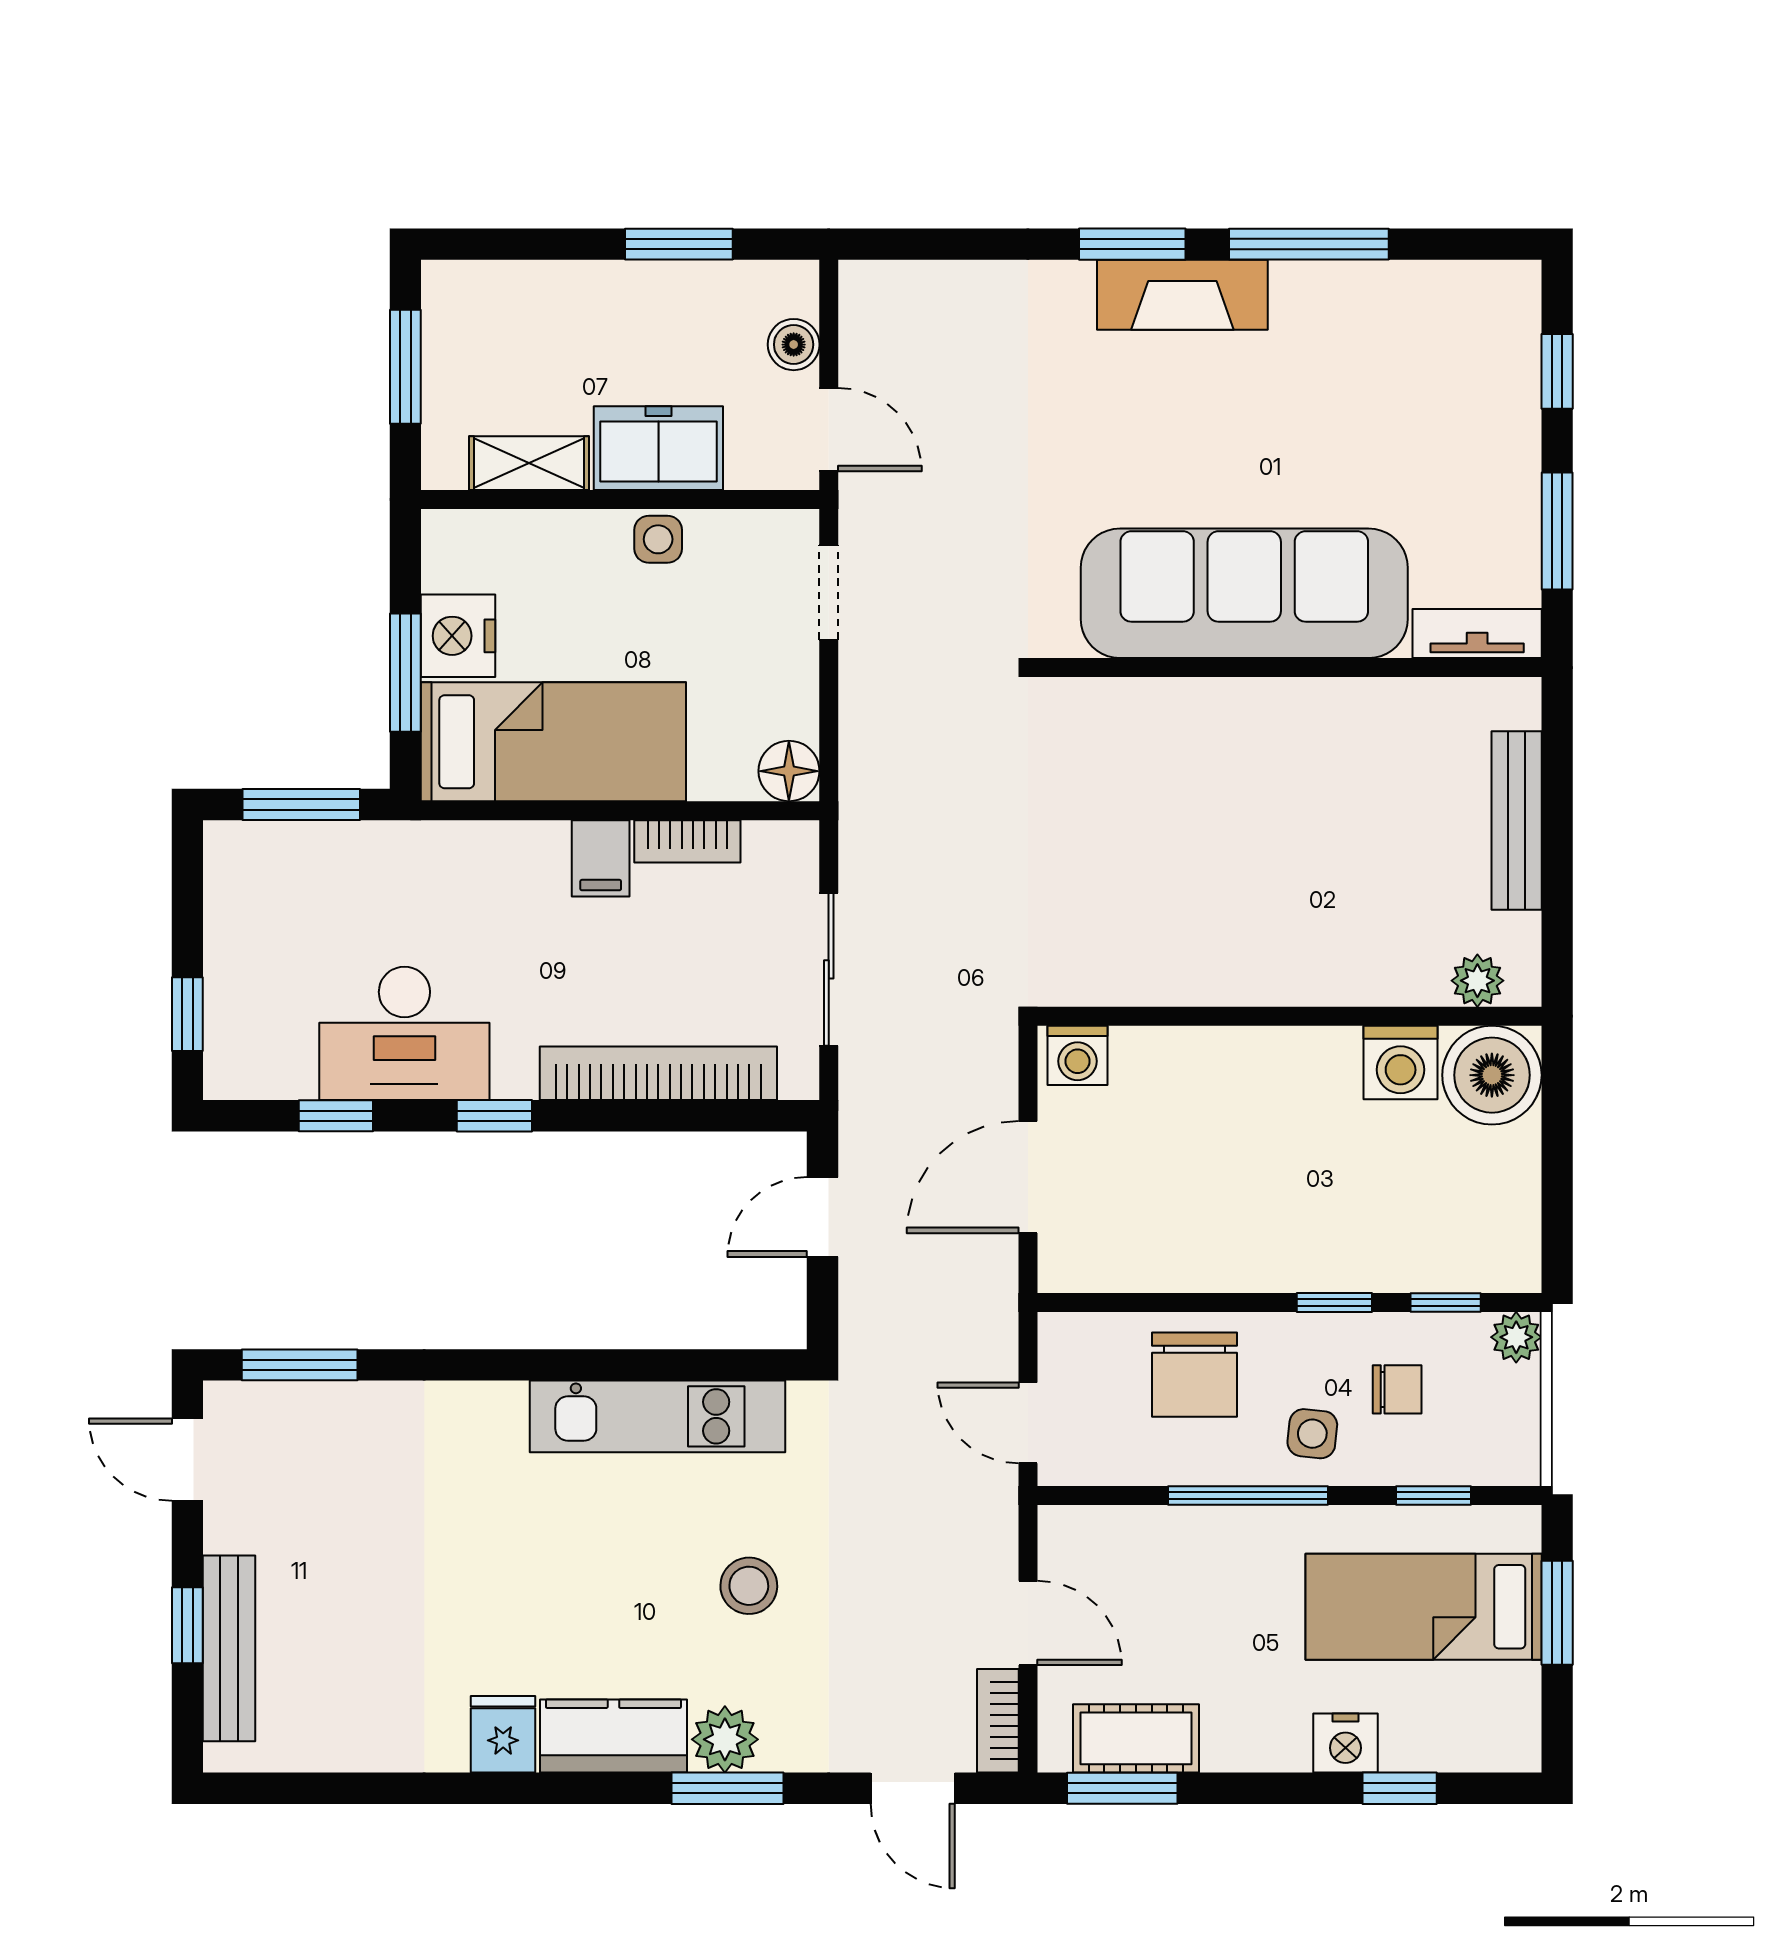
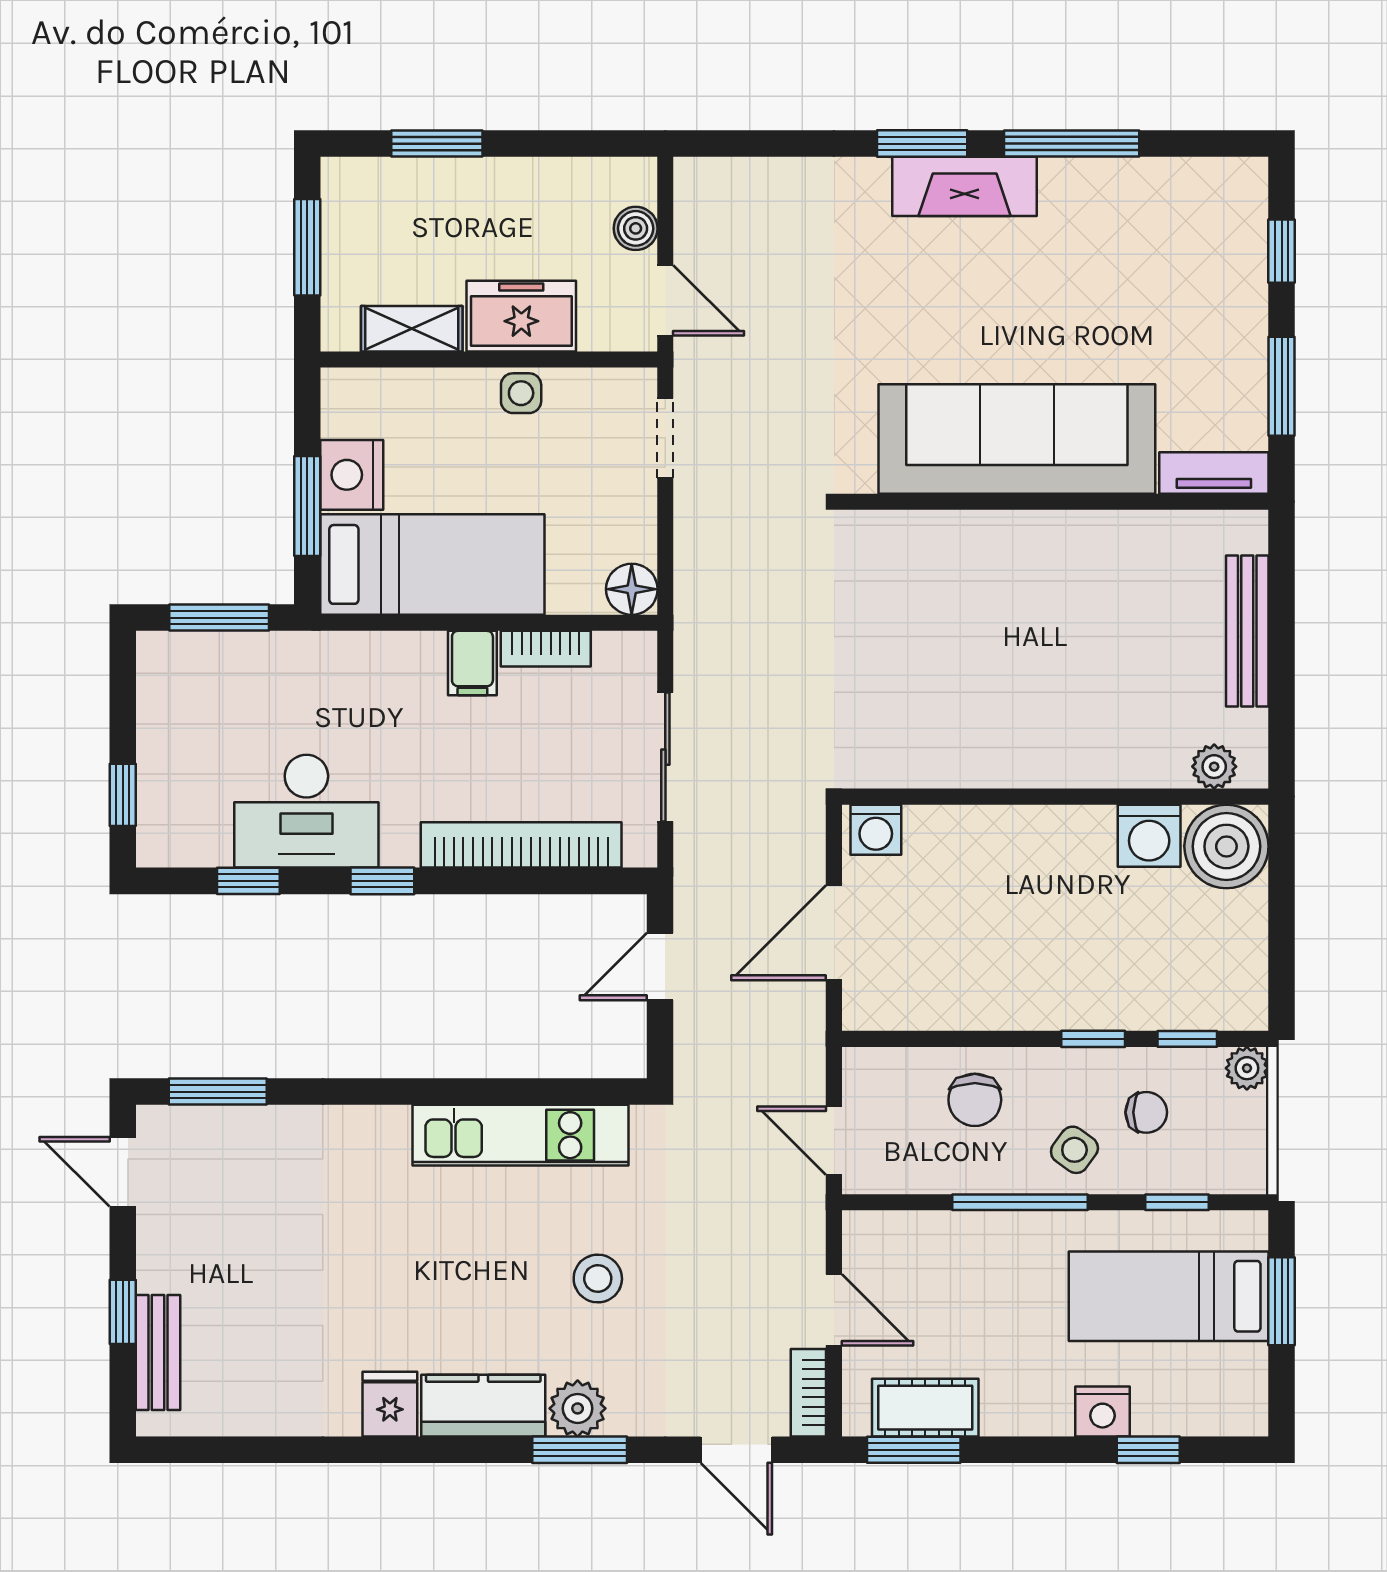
window: (679, 244) -> (437, 144), moved
chair: (1195, 1375) -> (975, 1100), width x0.73, depth x0.73
side table: (1312, 1434) -> (1074, 1150), turned 30
bench: (229, 1648) -> (158, 1353), width x0.73

